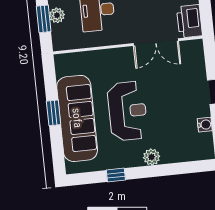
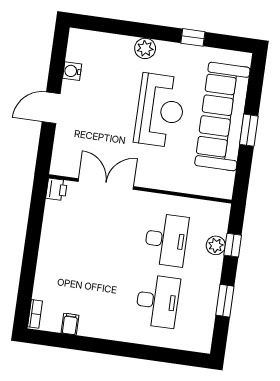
window: (44, 19) -> (233, 245), width x0.67
printer: (189, 21) -> (56, 189), width x0.53, depth x0.68
reception desk: (127, 111) -> (160, 110), turned 180

